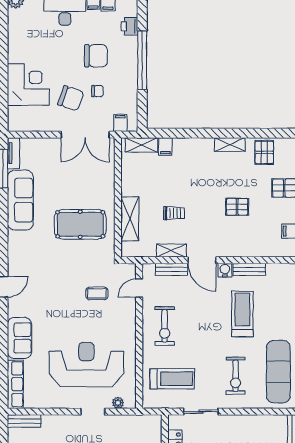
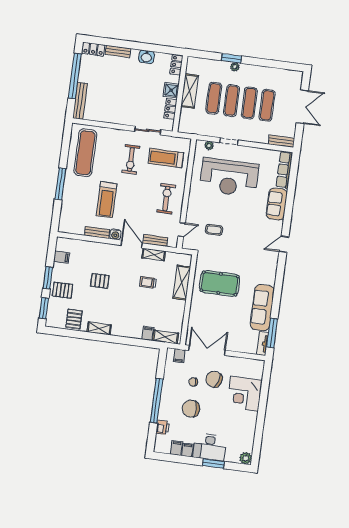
exercise bike: (236, 376) -> (131, 159), moved, turned 180

